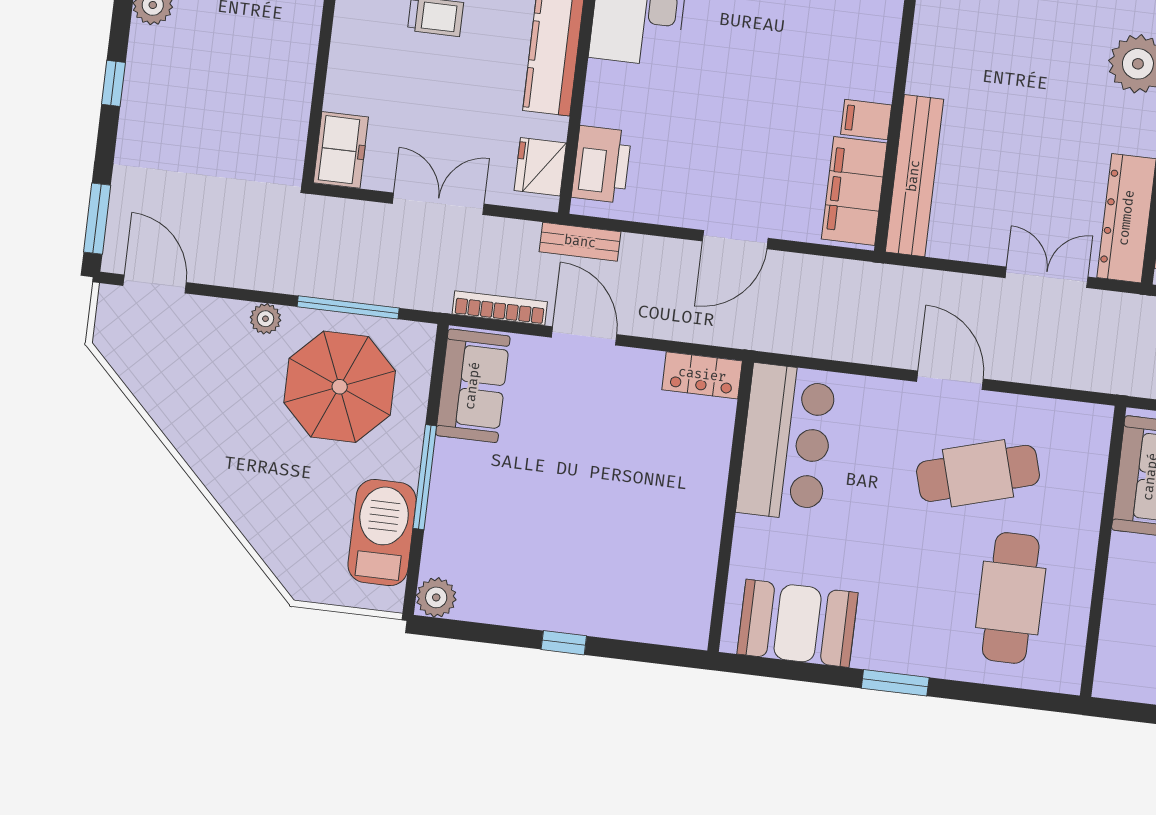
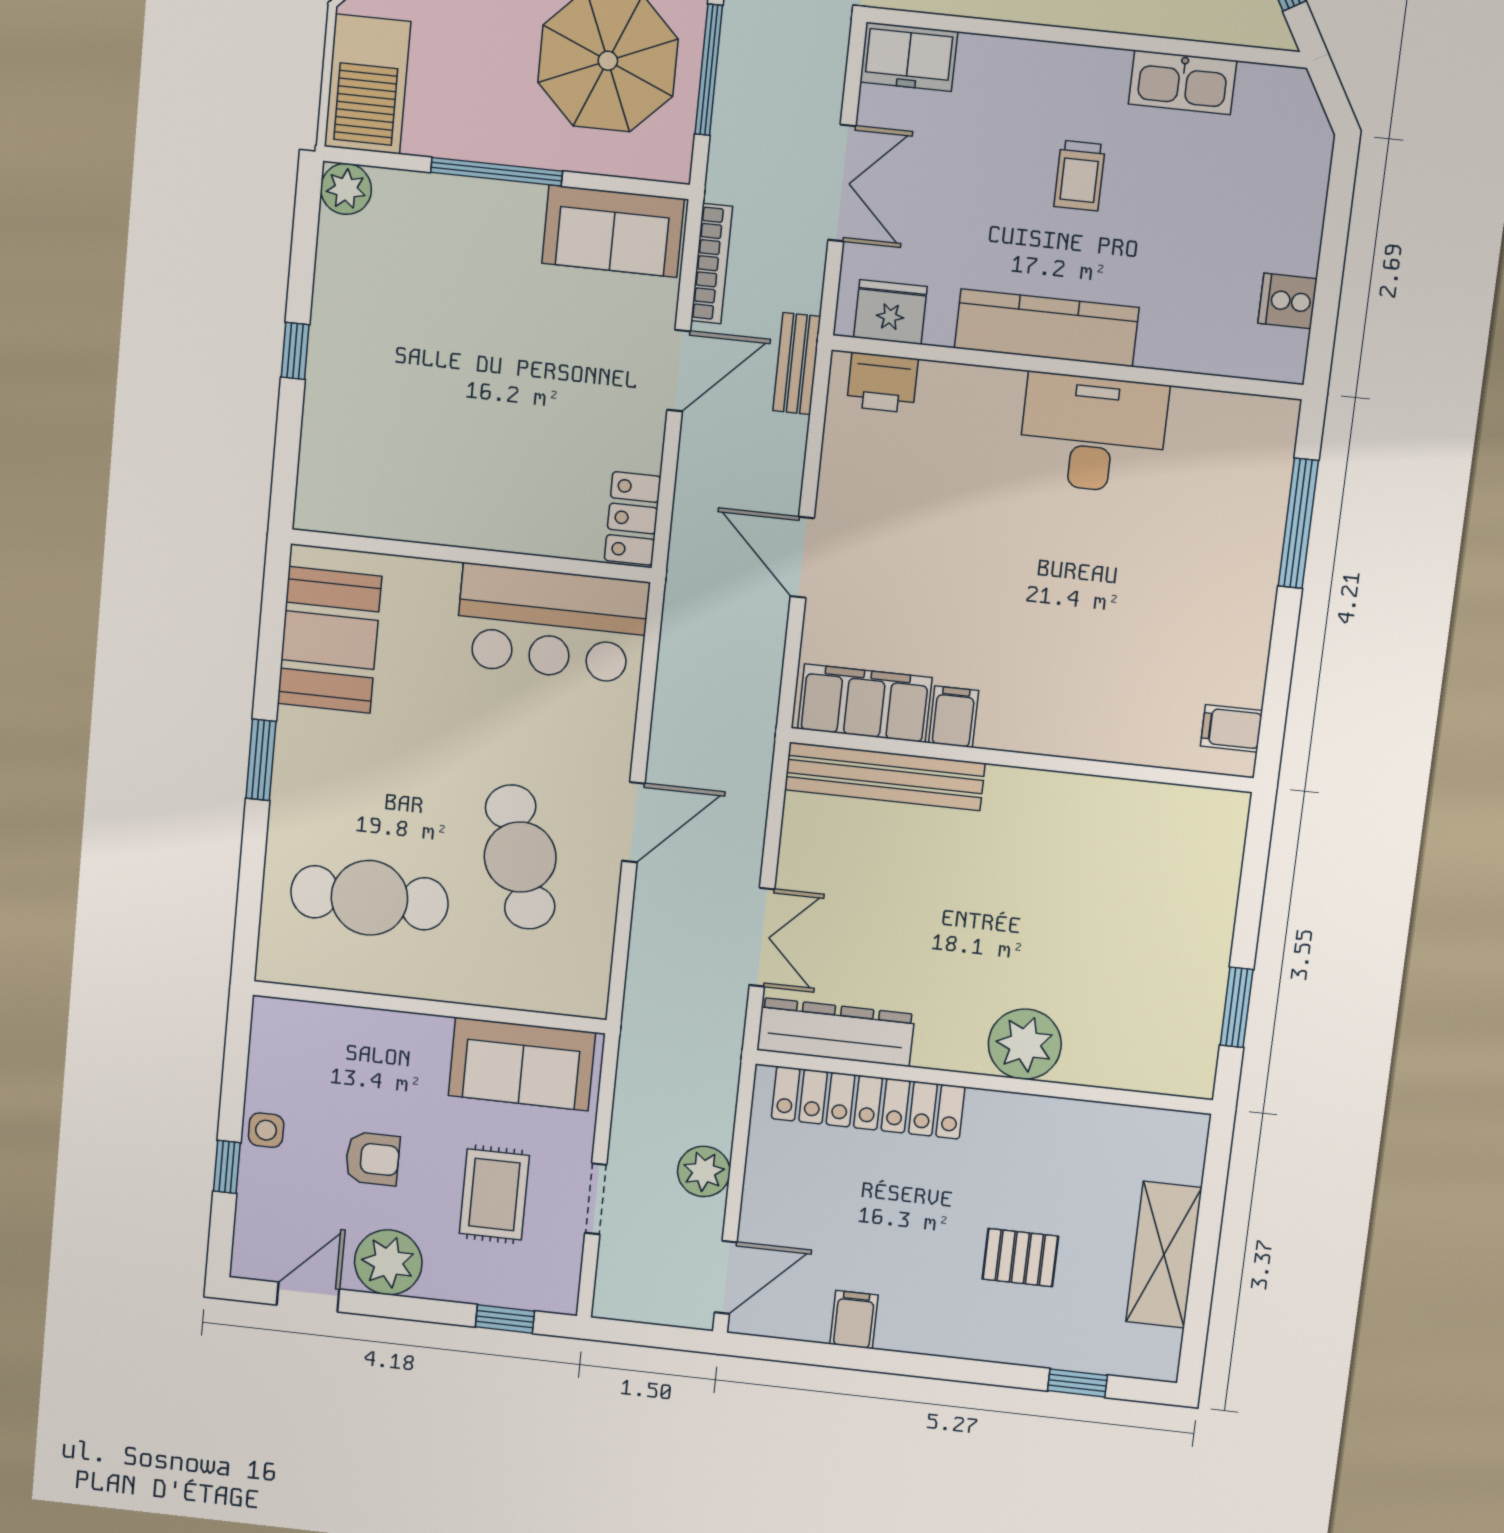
printer: (602, 164) -> (882, 383), width x0.73, depth x0.84
barbecue: (382, 532) -> (367, 84), moved, turned 90

